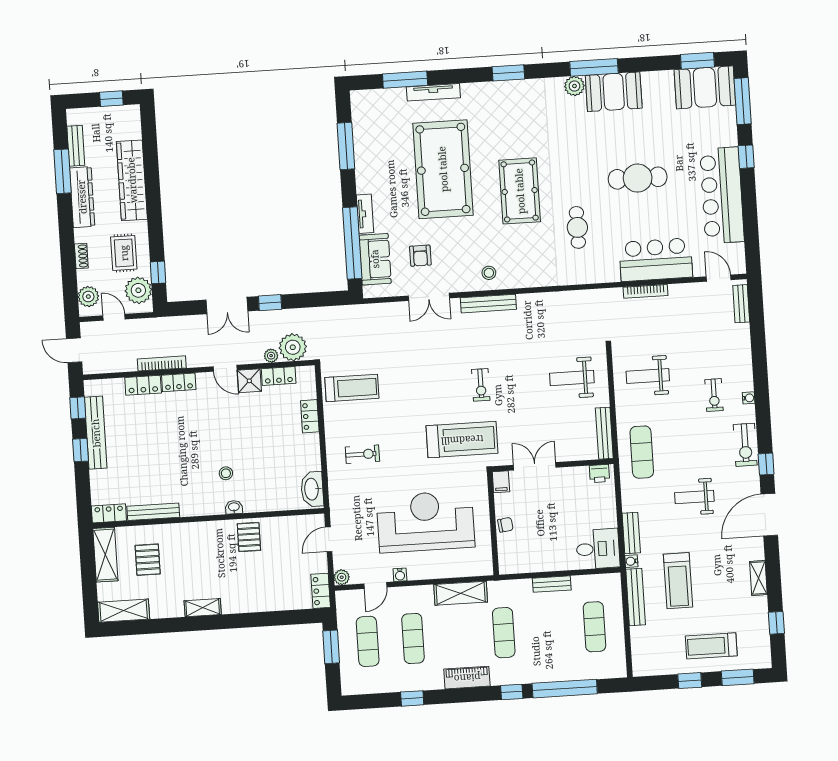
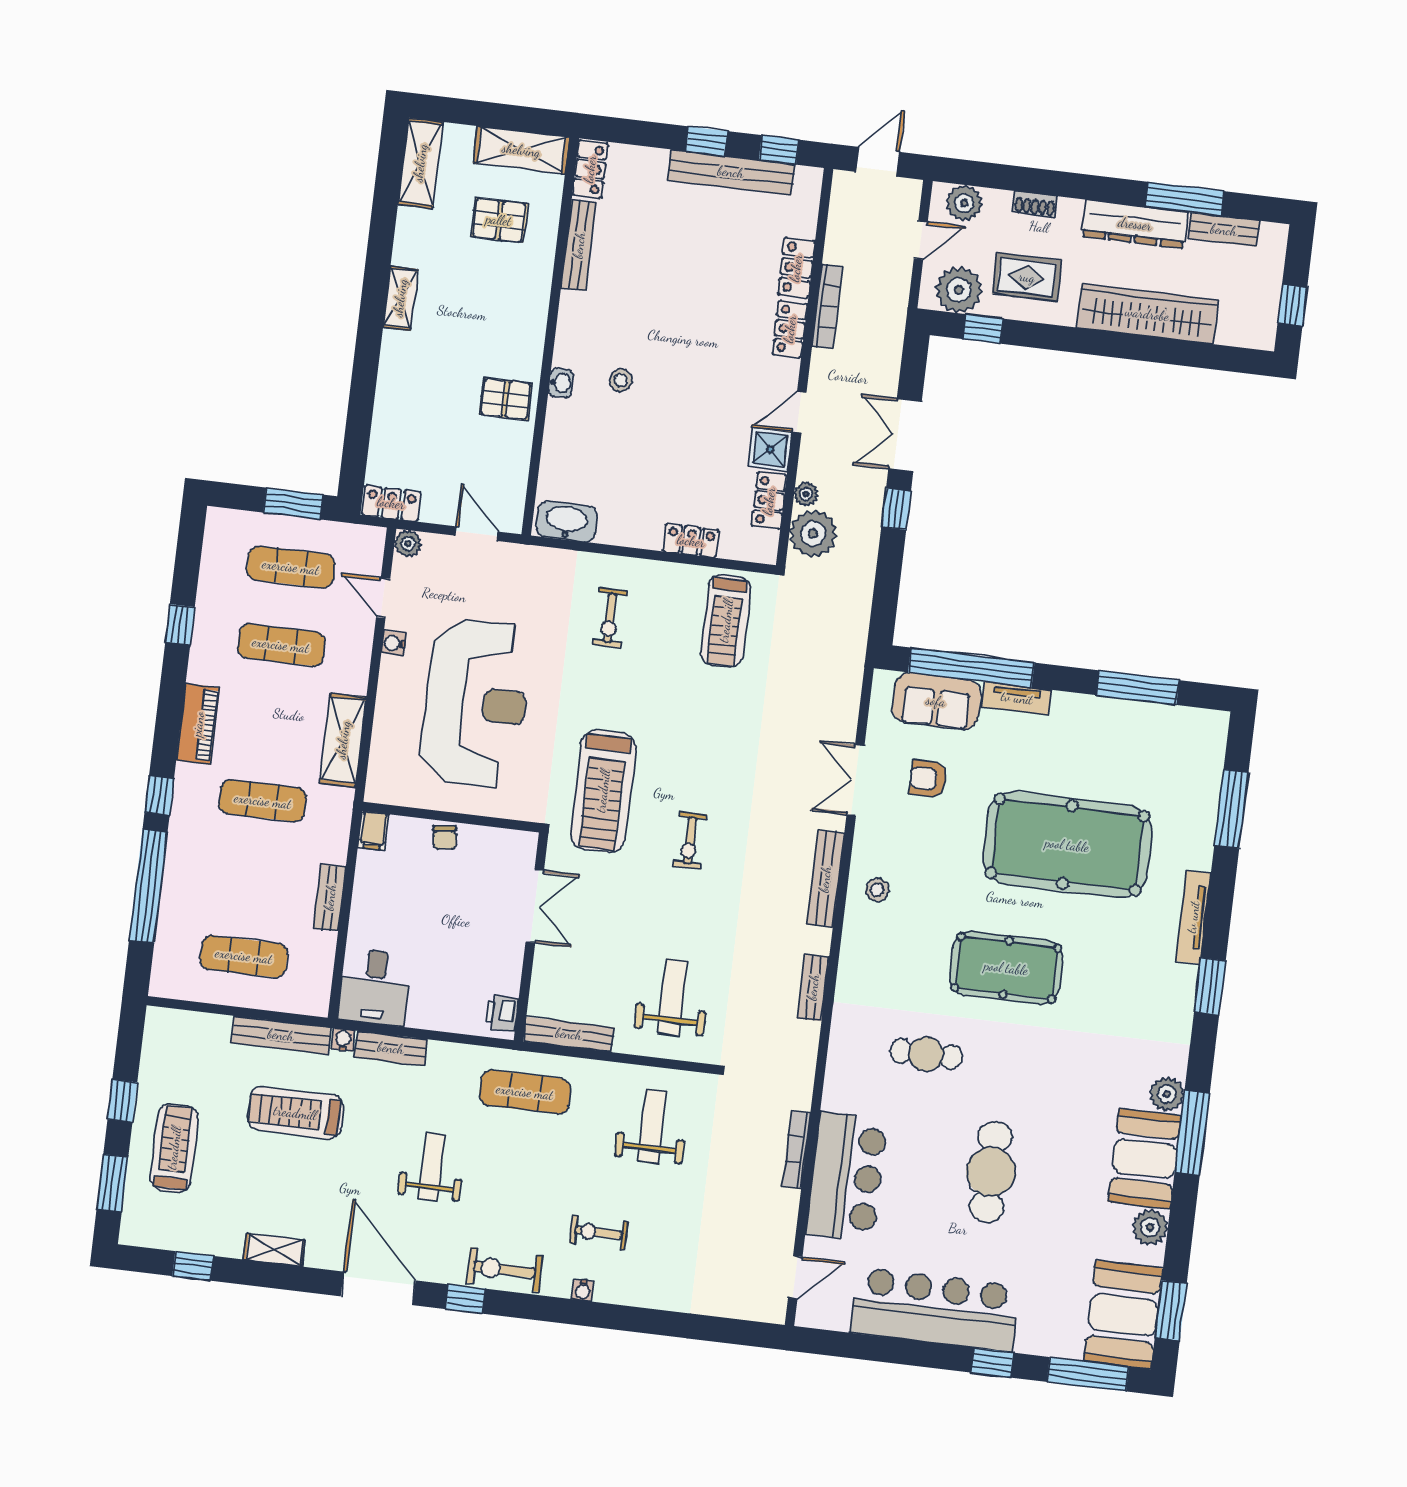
plant: (652, 81) -> (1150, 1227), added
tv unit: (433, 92) -> (1193, 917), moved
bench: (741, 304) -> (813, 987), moved, turned 90
exercise bike: (481, 385) -> (690, 840), turned -90
filing cabinet: (501, 482) -> (374, 831), moved, turned -90

